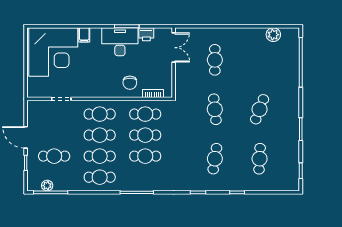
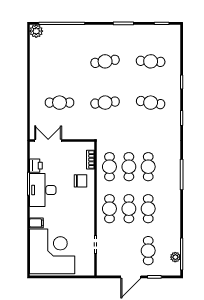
plant: (273, 35) -> (36, 31), moved
cafe table: (260, 109) -> (105, 61), turned -30
cafe table: (100, 177) -> (168, 209), removed

